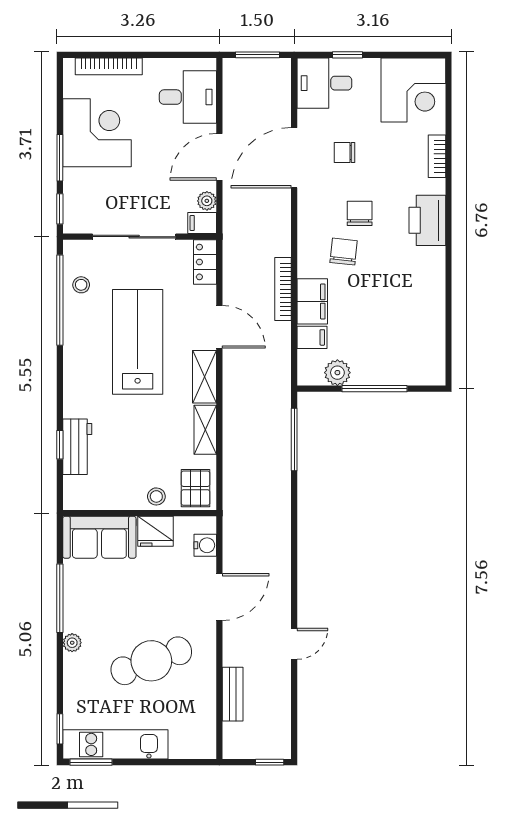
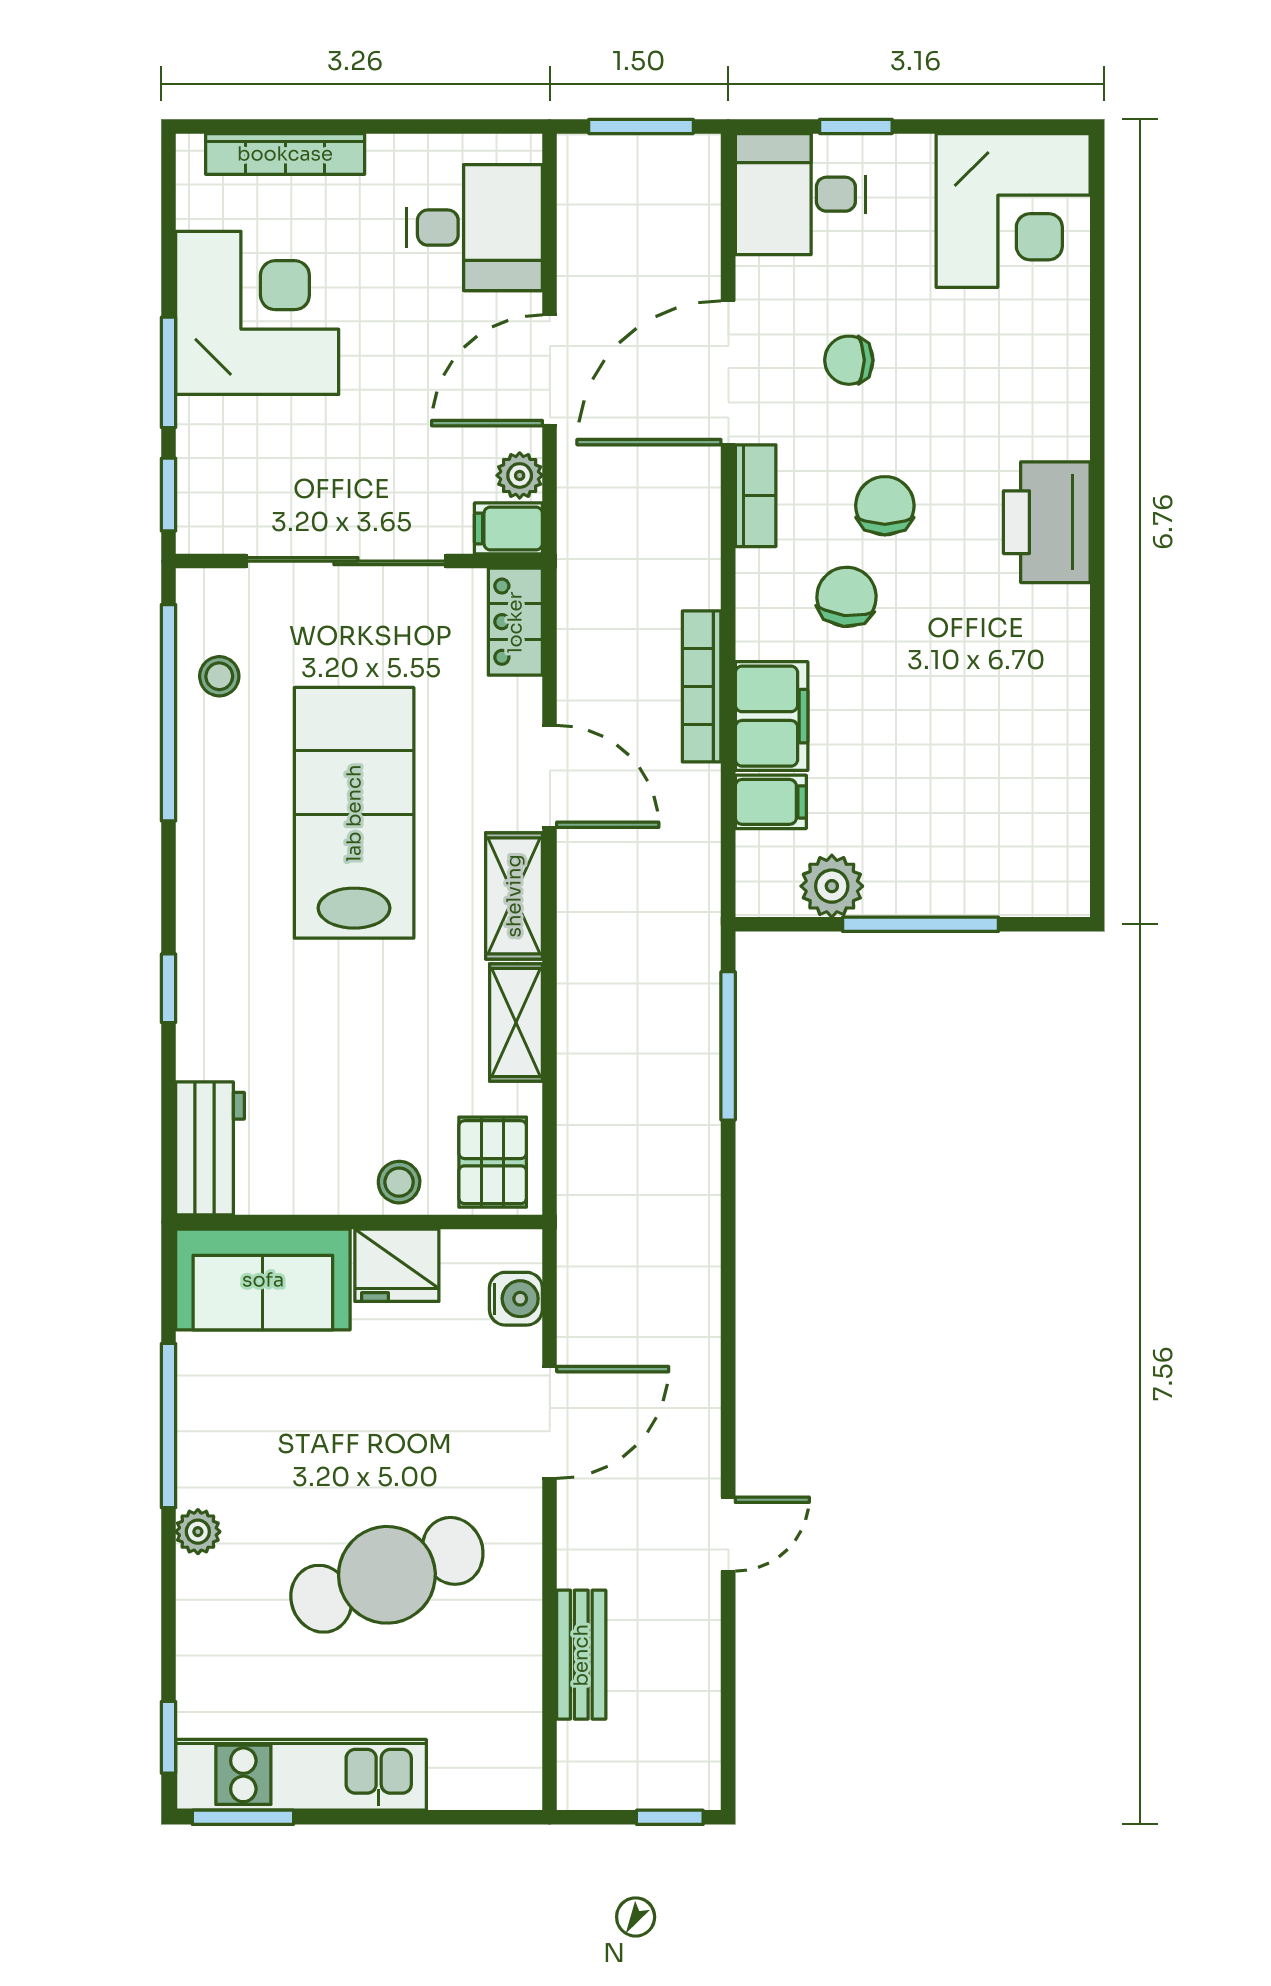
bookcase: (437, 156) -> (756, 496), moved, turned 180
window: (60, 445) -> (168, 988), moved
workbench: (77, 447) -> (210, 1148), moved

